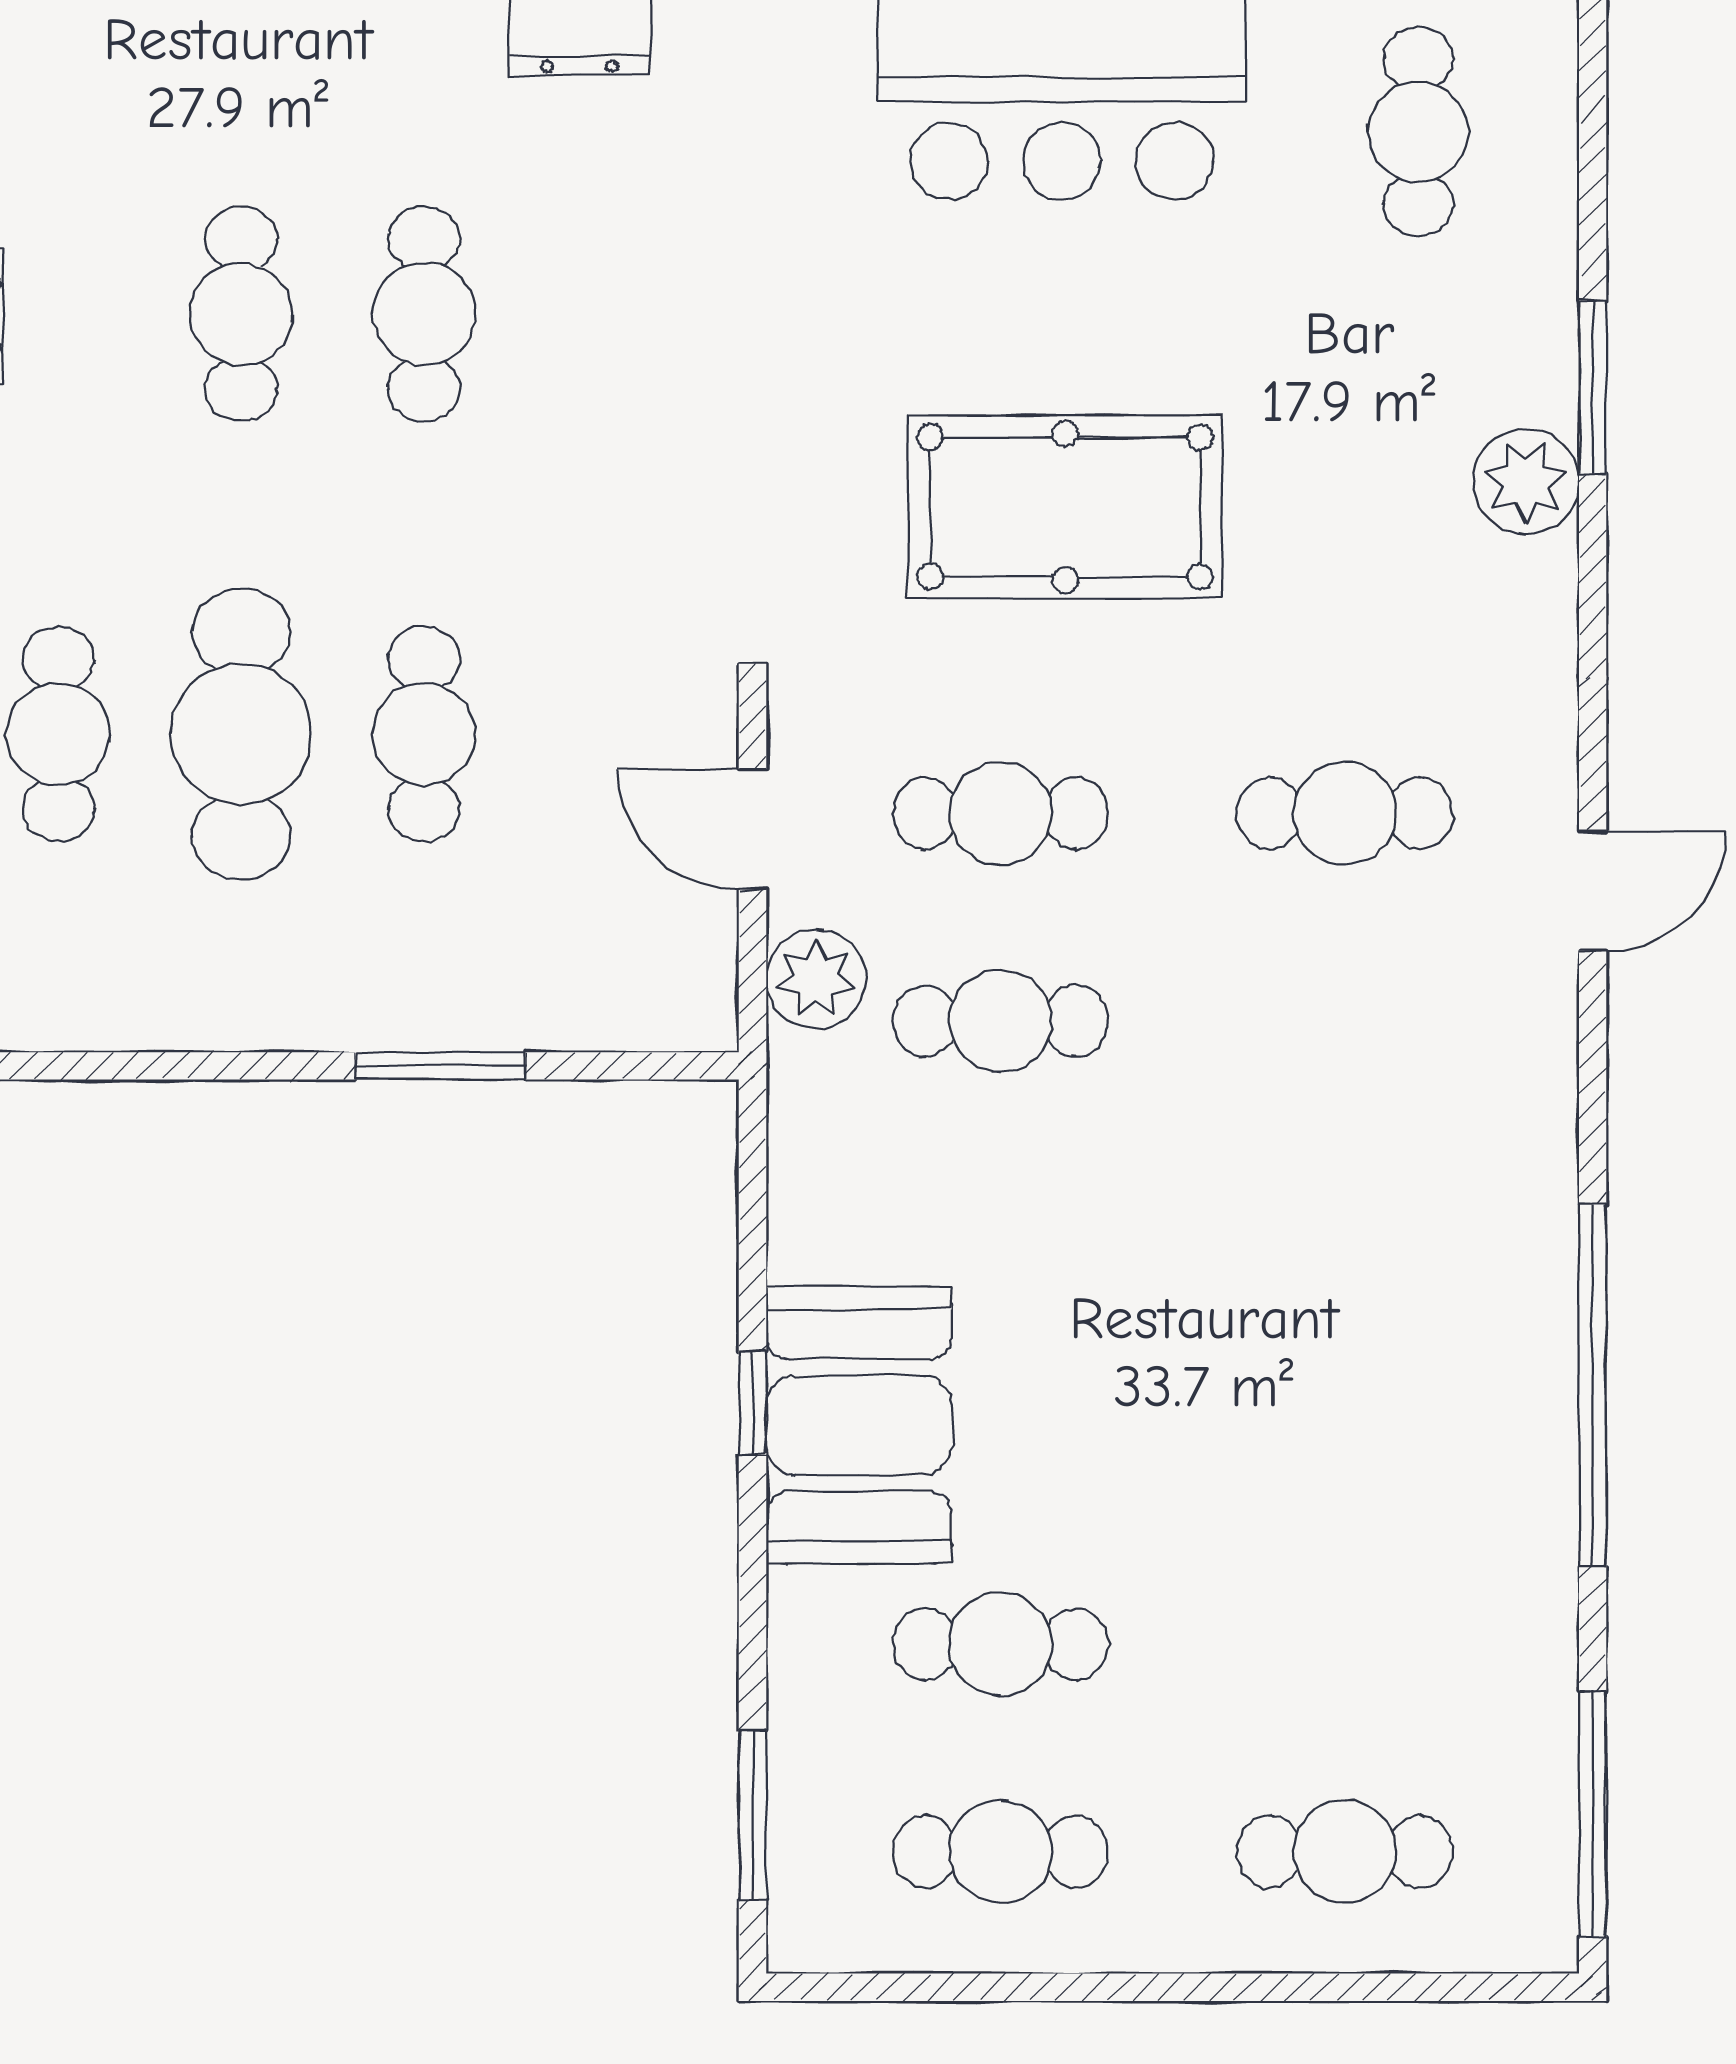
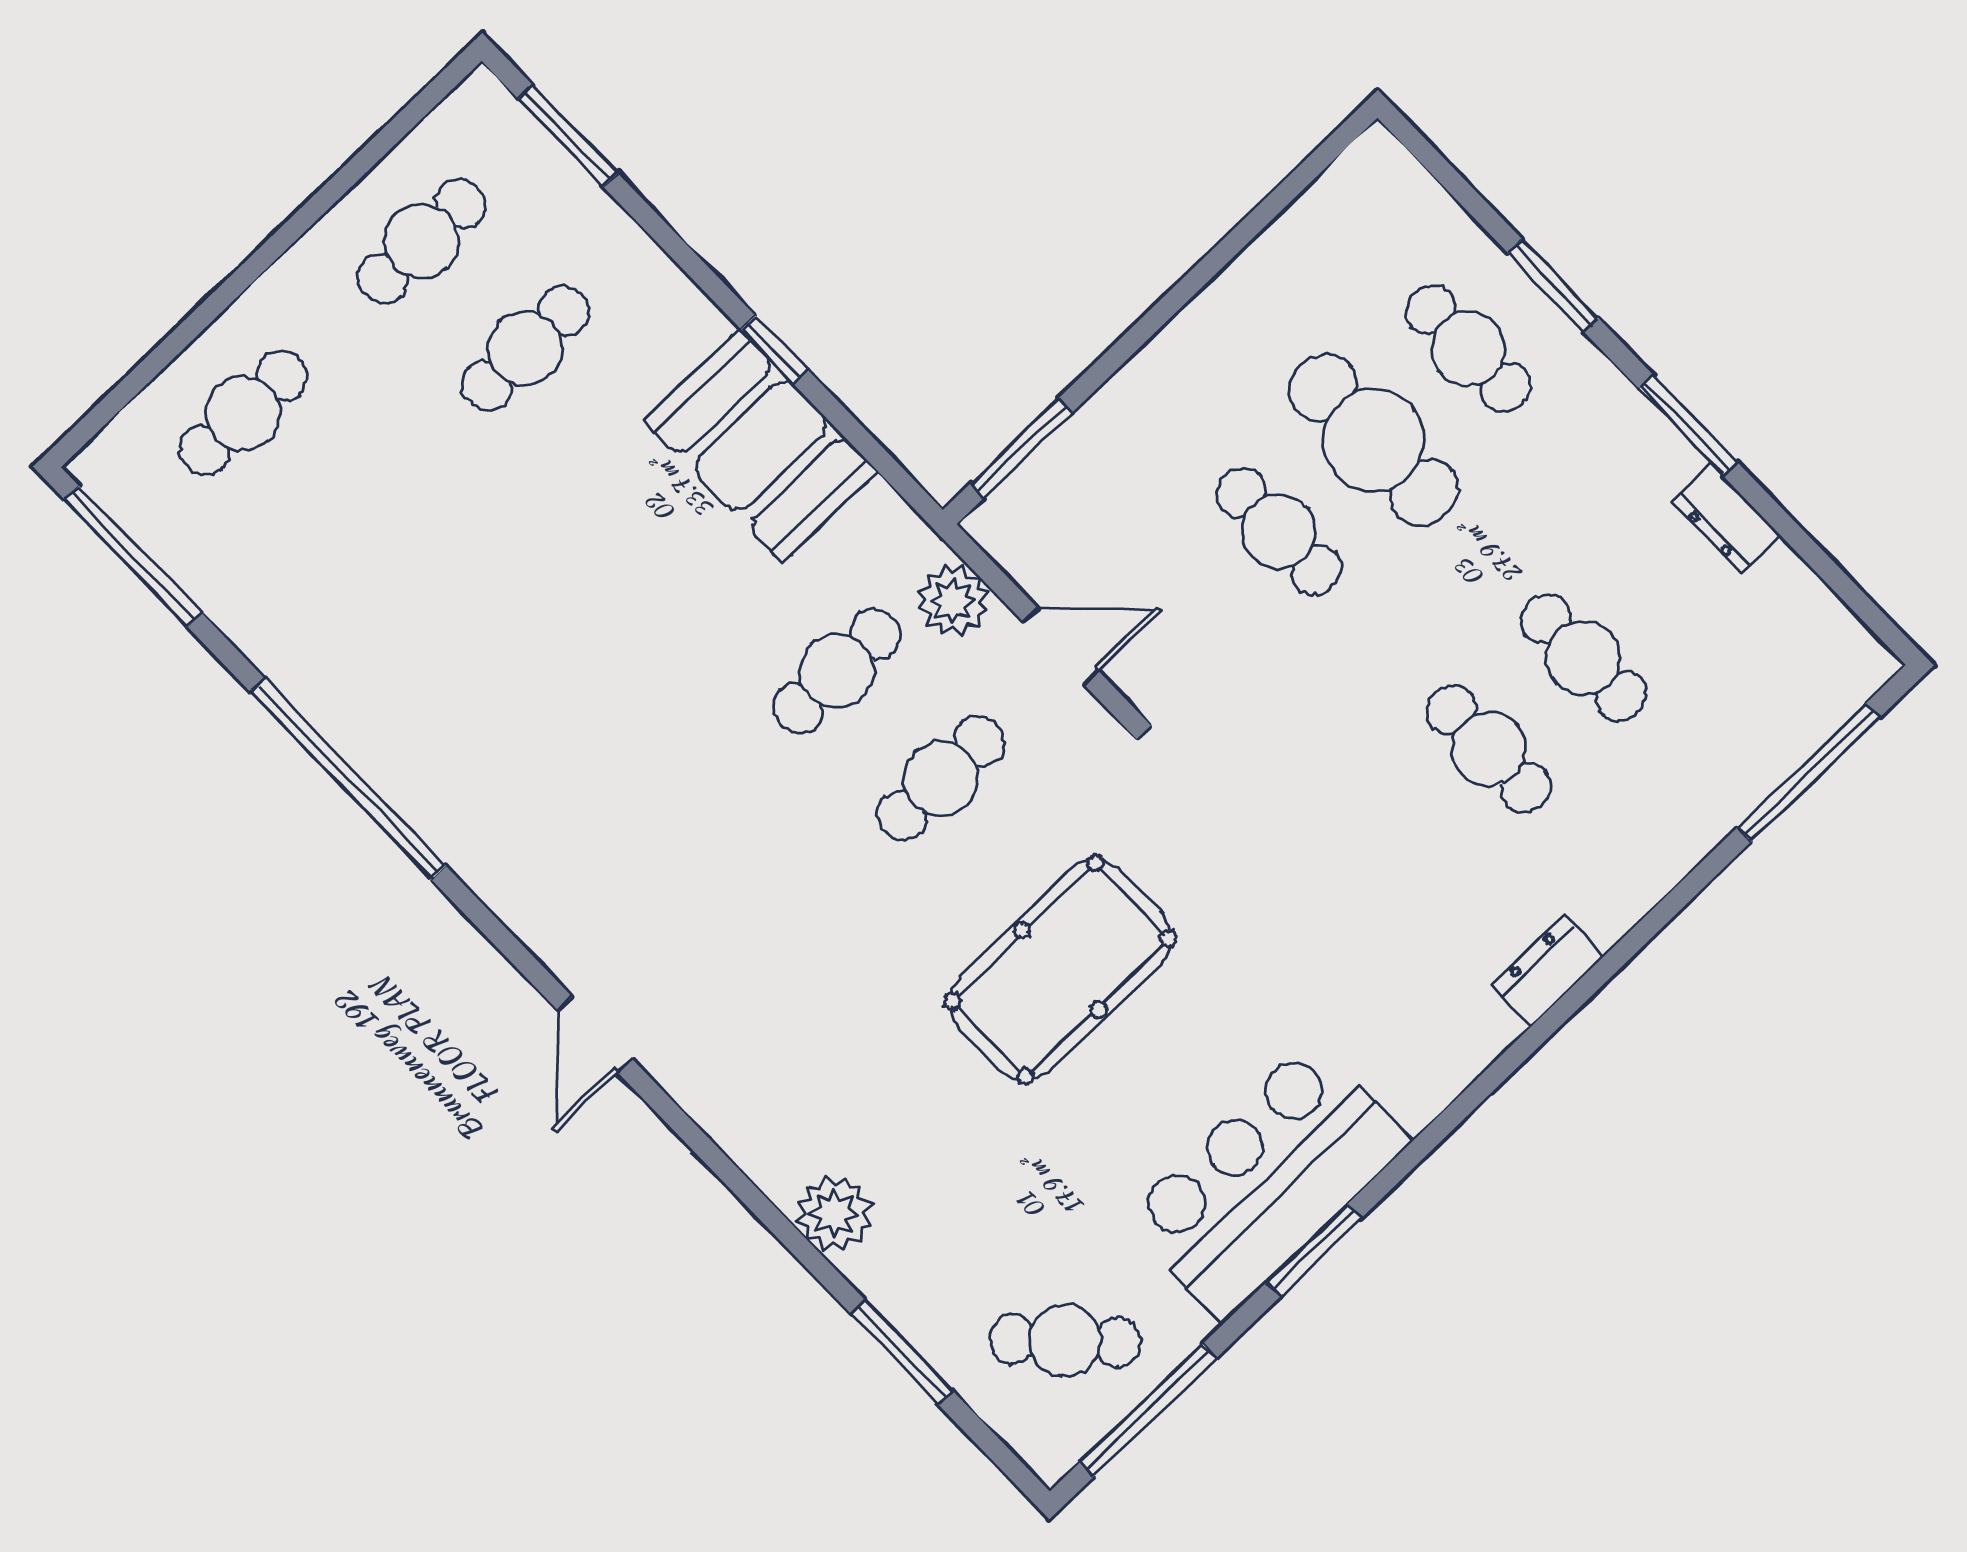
cafe table: (1418, 132) -> (1065, 1341), turned -44
window: (1593, 387) -> (902, 1352), moved
cafe table: (1345, 813) -> (762, 951), removed
window: (440, 1066) -> (1021, 448), moved
booth: (859, 1425) -> (761, 446), moved

